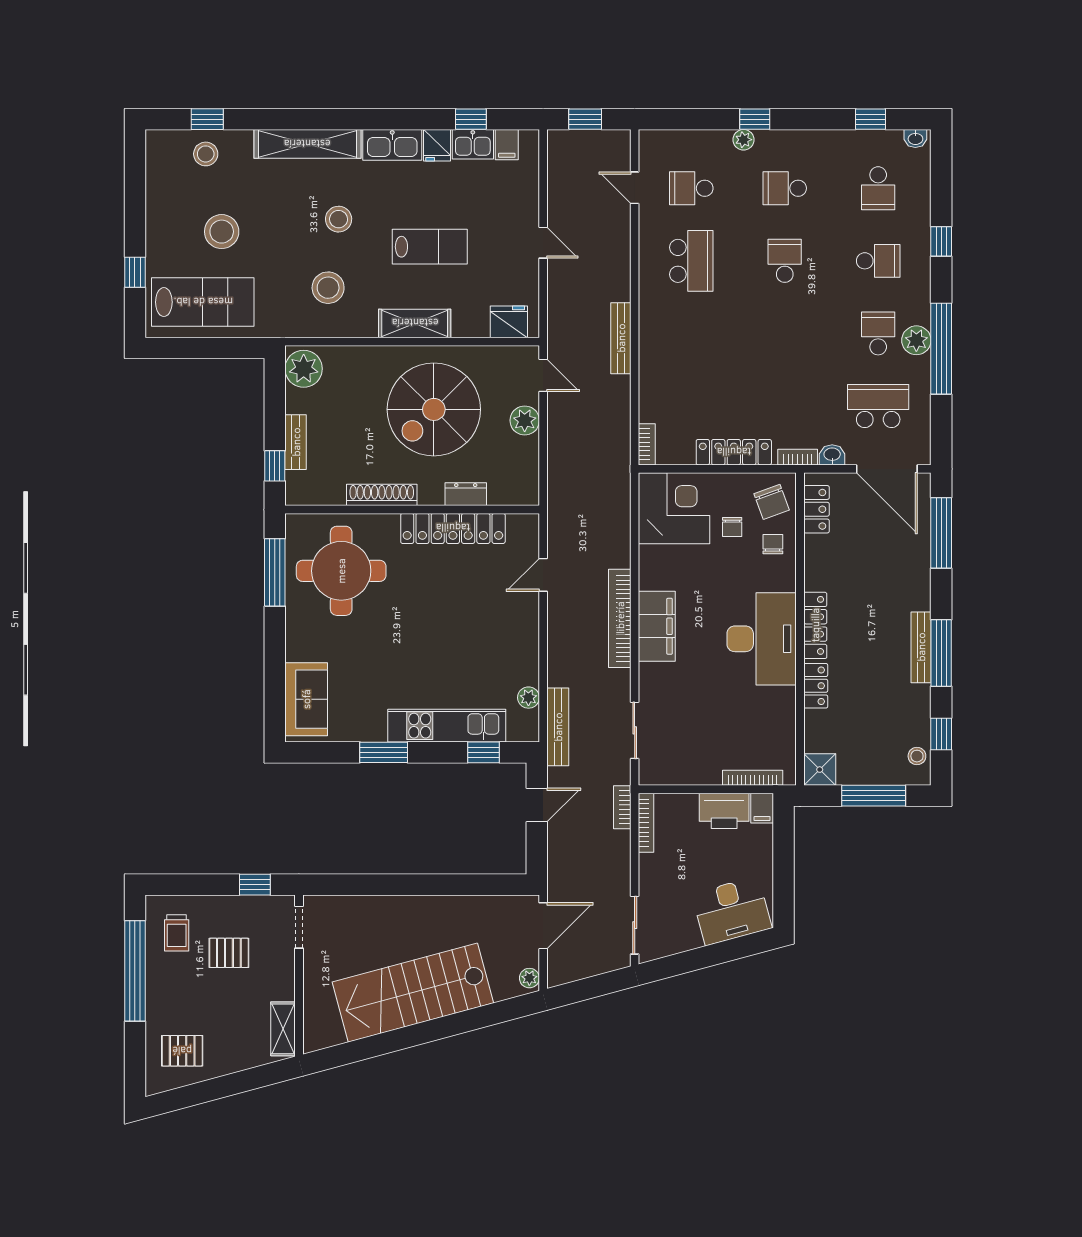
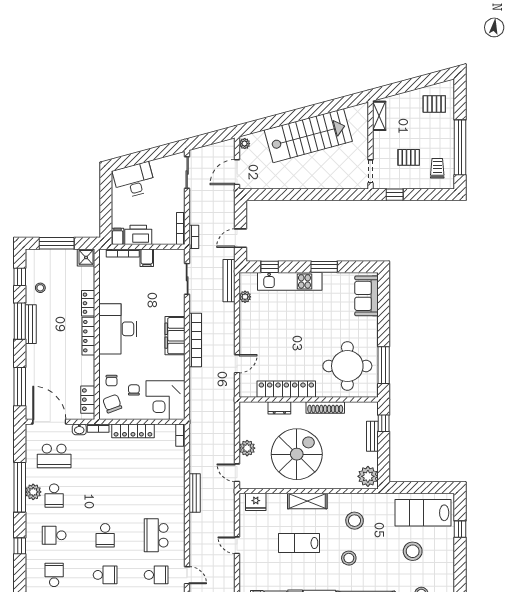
stool: (917, 756) -> (40, 288), moved
filing cabinet: (708, 769) -> (147, 258), added

